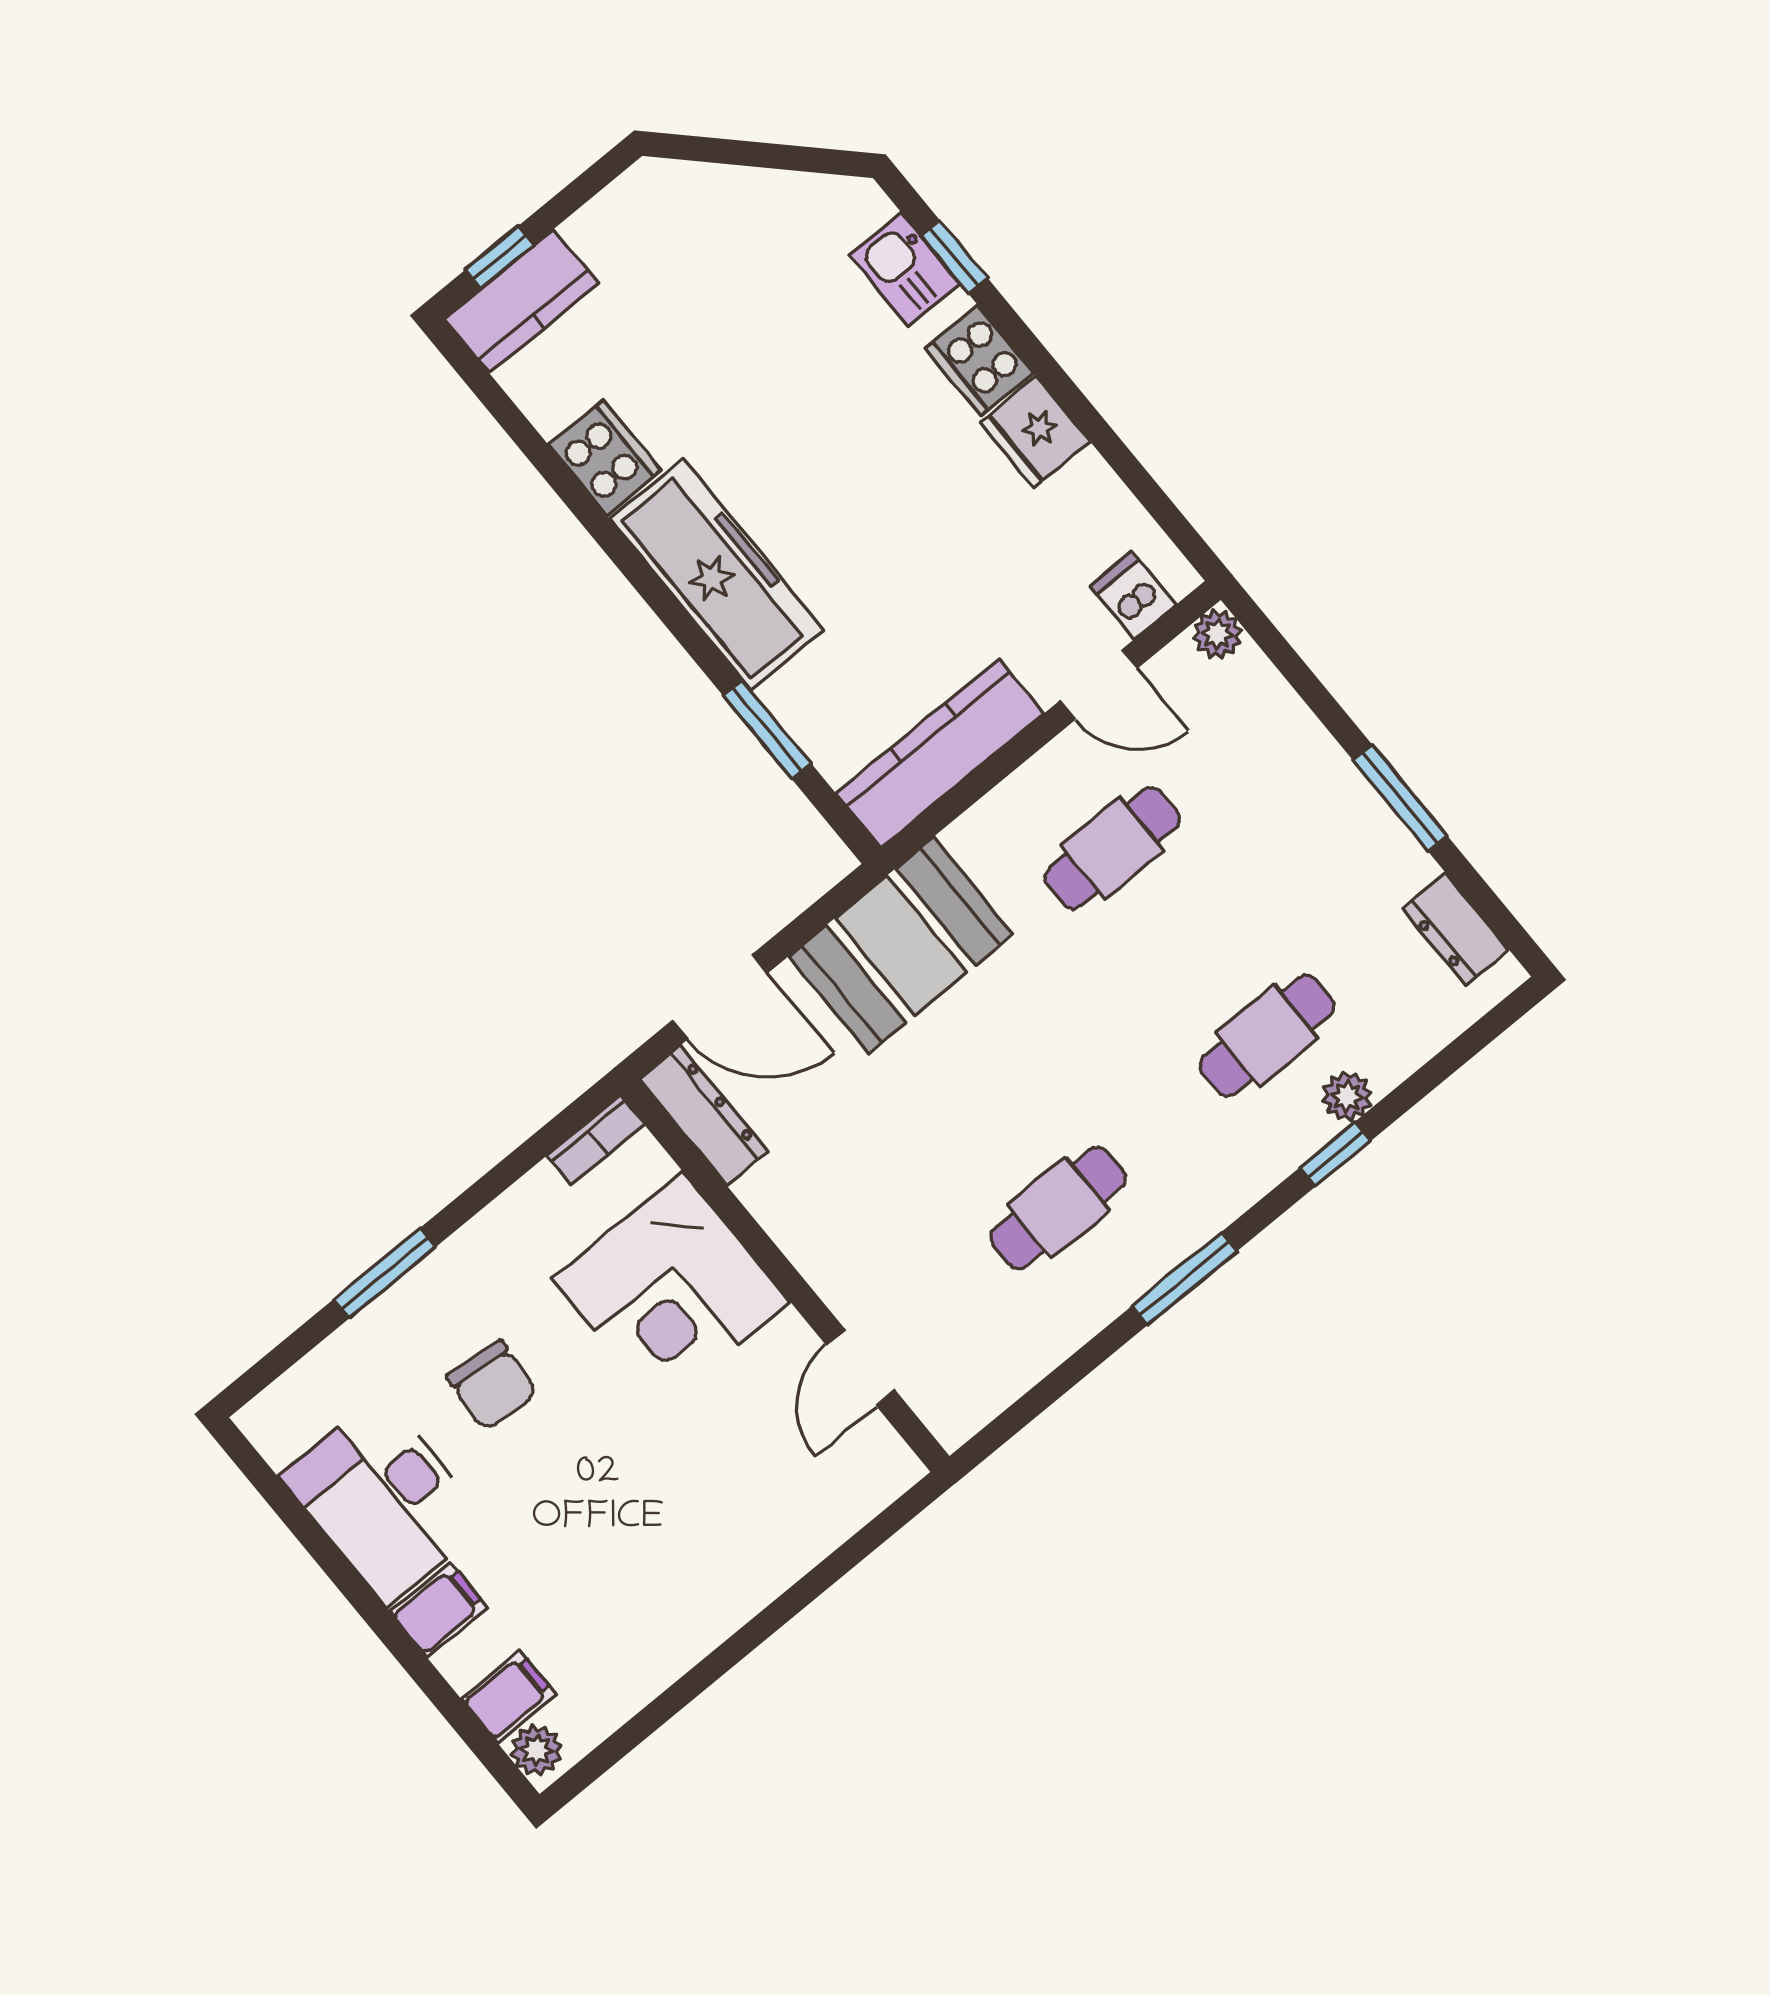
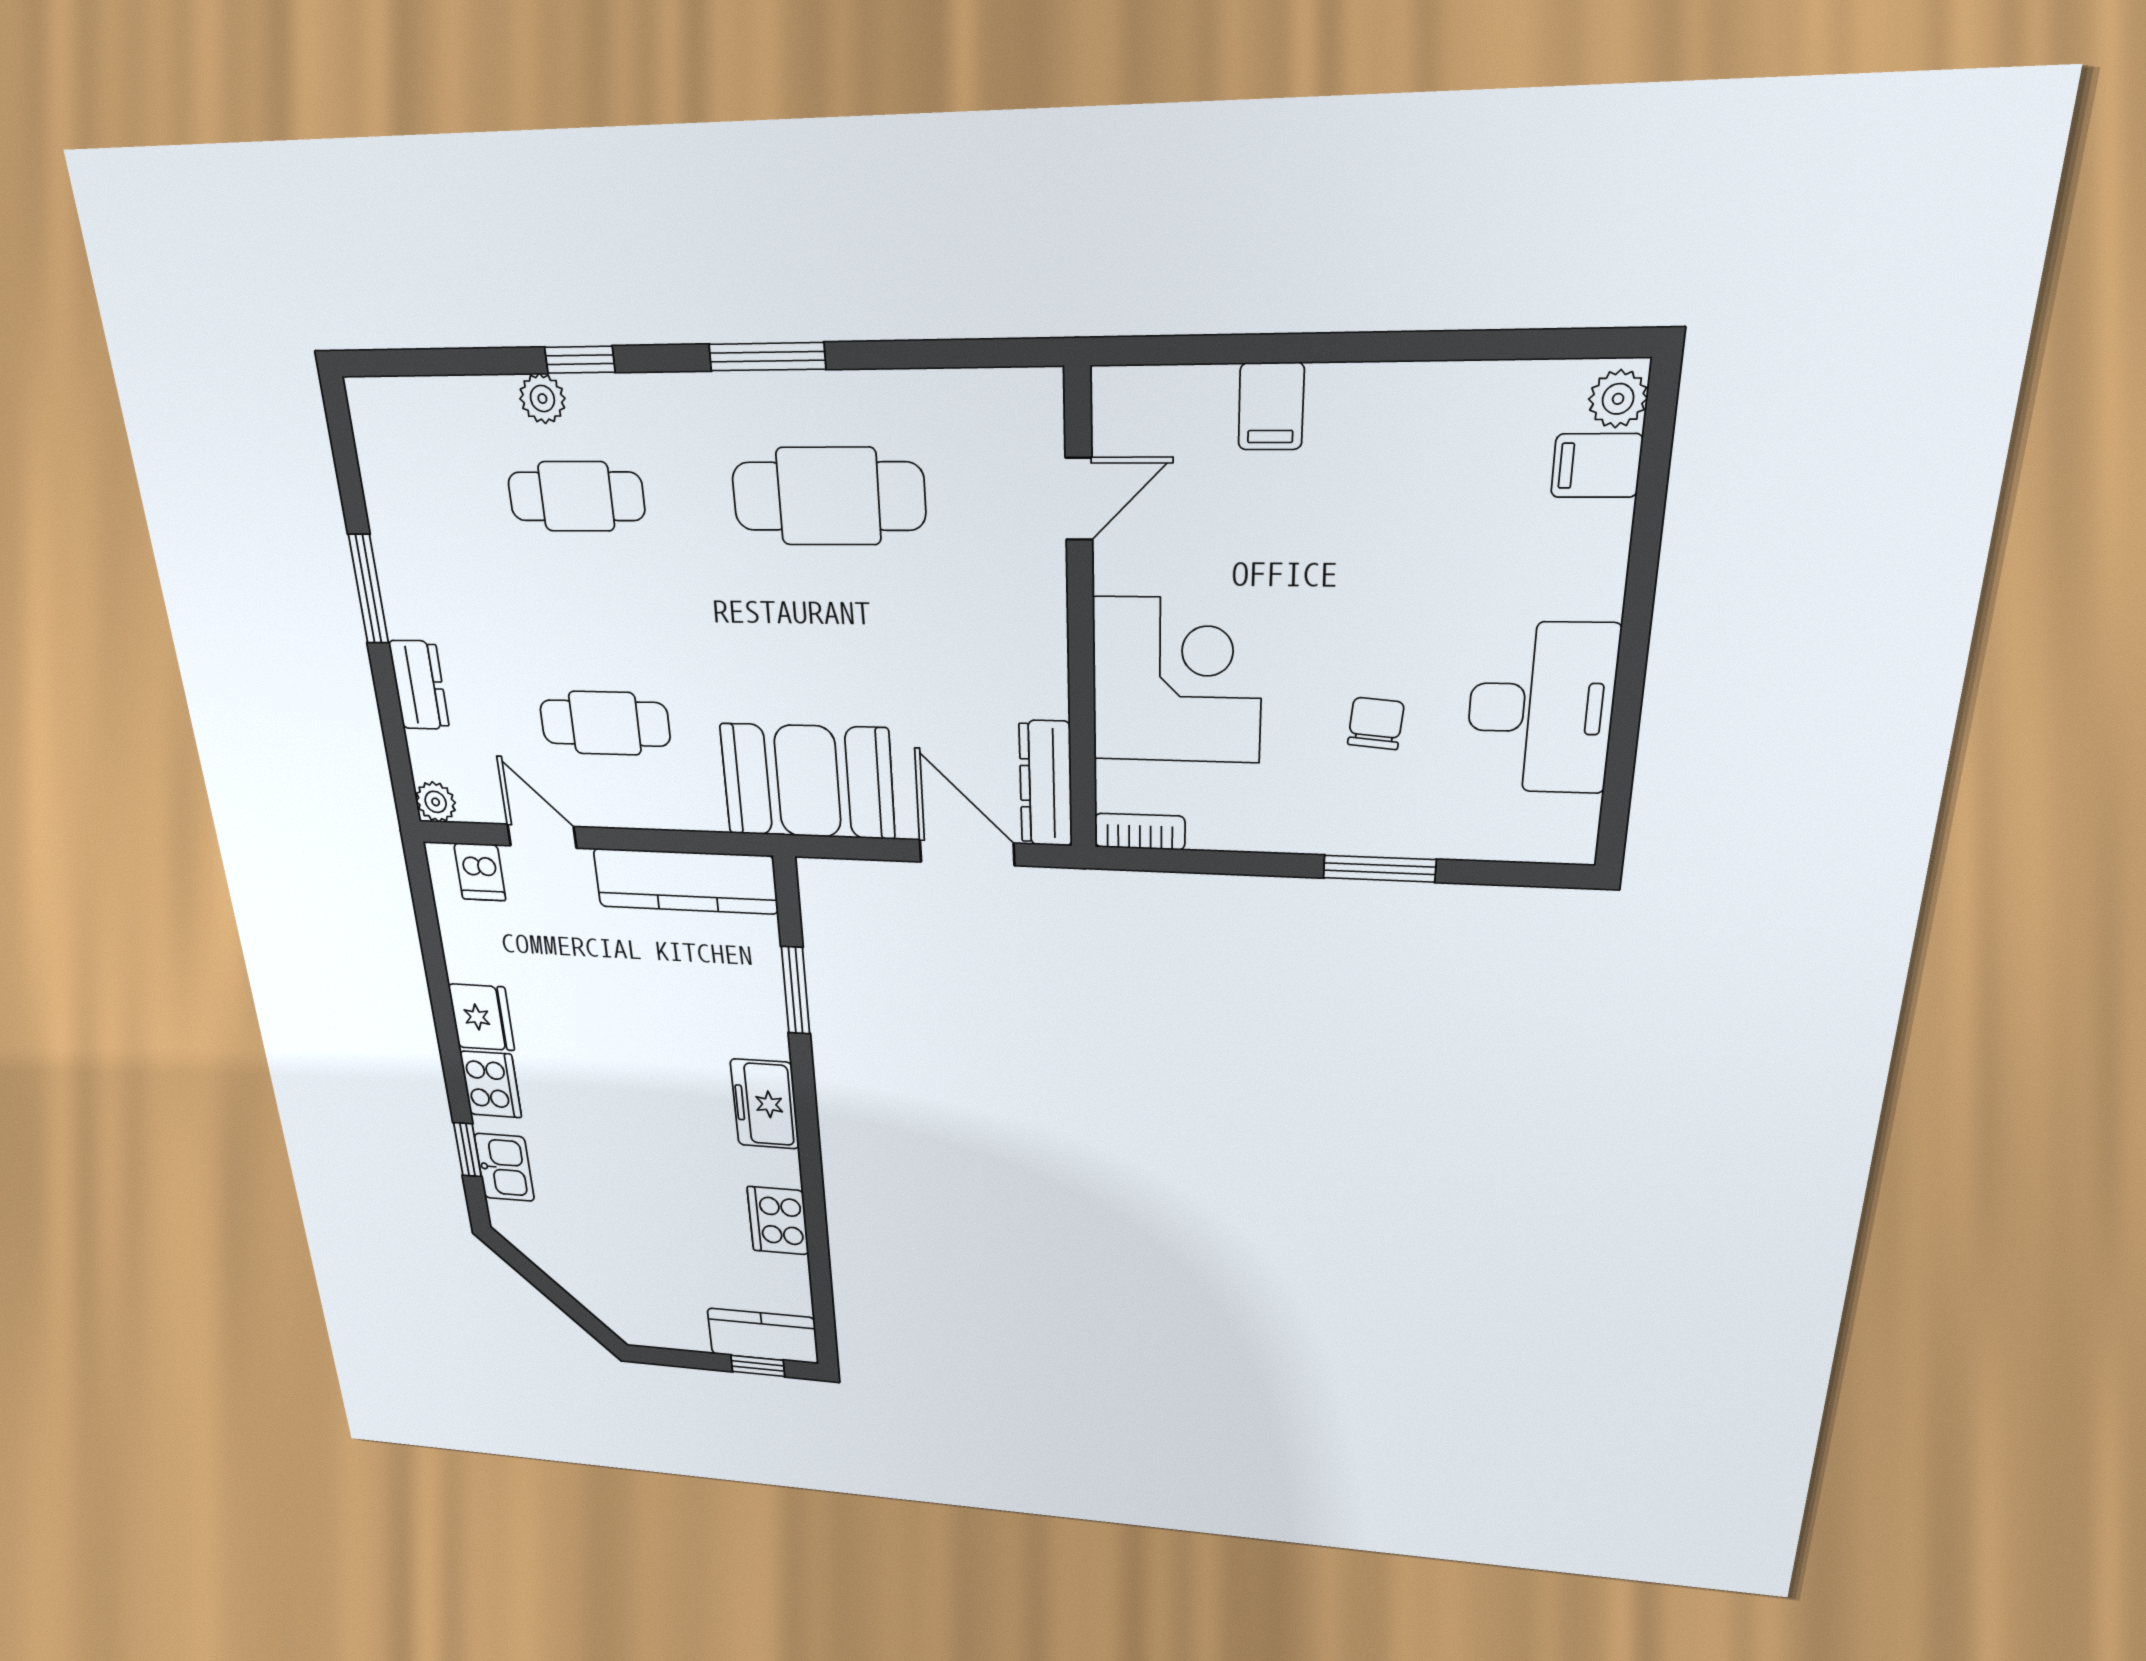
freezer: (717, 574) -> (765, 1104), width x0.52, depth x0.79
dresser: (1456, 929) -> (419, 685), moved
cafe table: (1058, 1208) -> (829, 496), width x1.37, depth x1.35
chair: (492, 1385) -> (1376, 723), width x0.73, depth x0.73
filing cabinet: (439, 1610) -> (1271, 406), moved, turned -90

